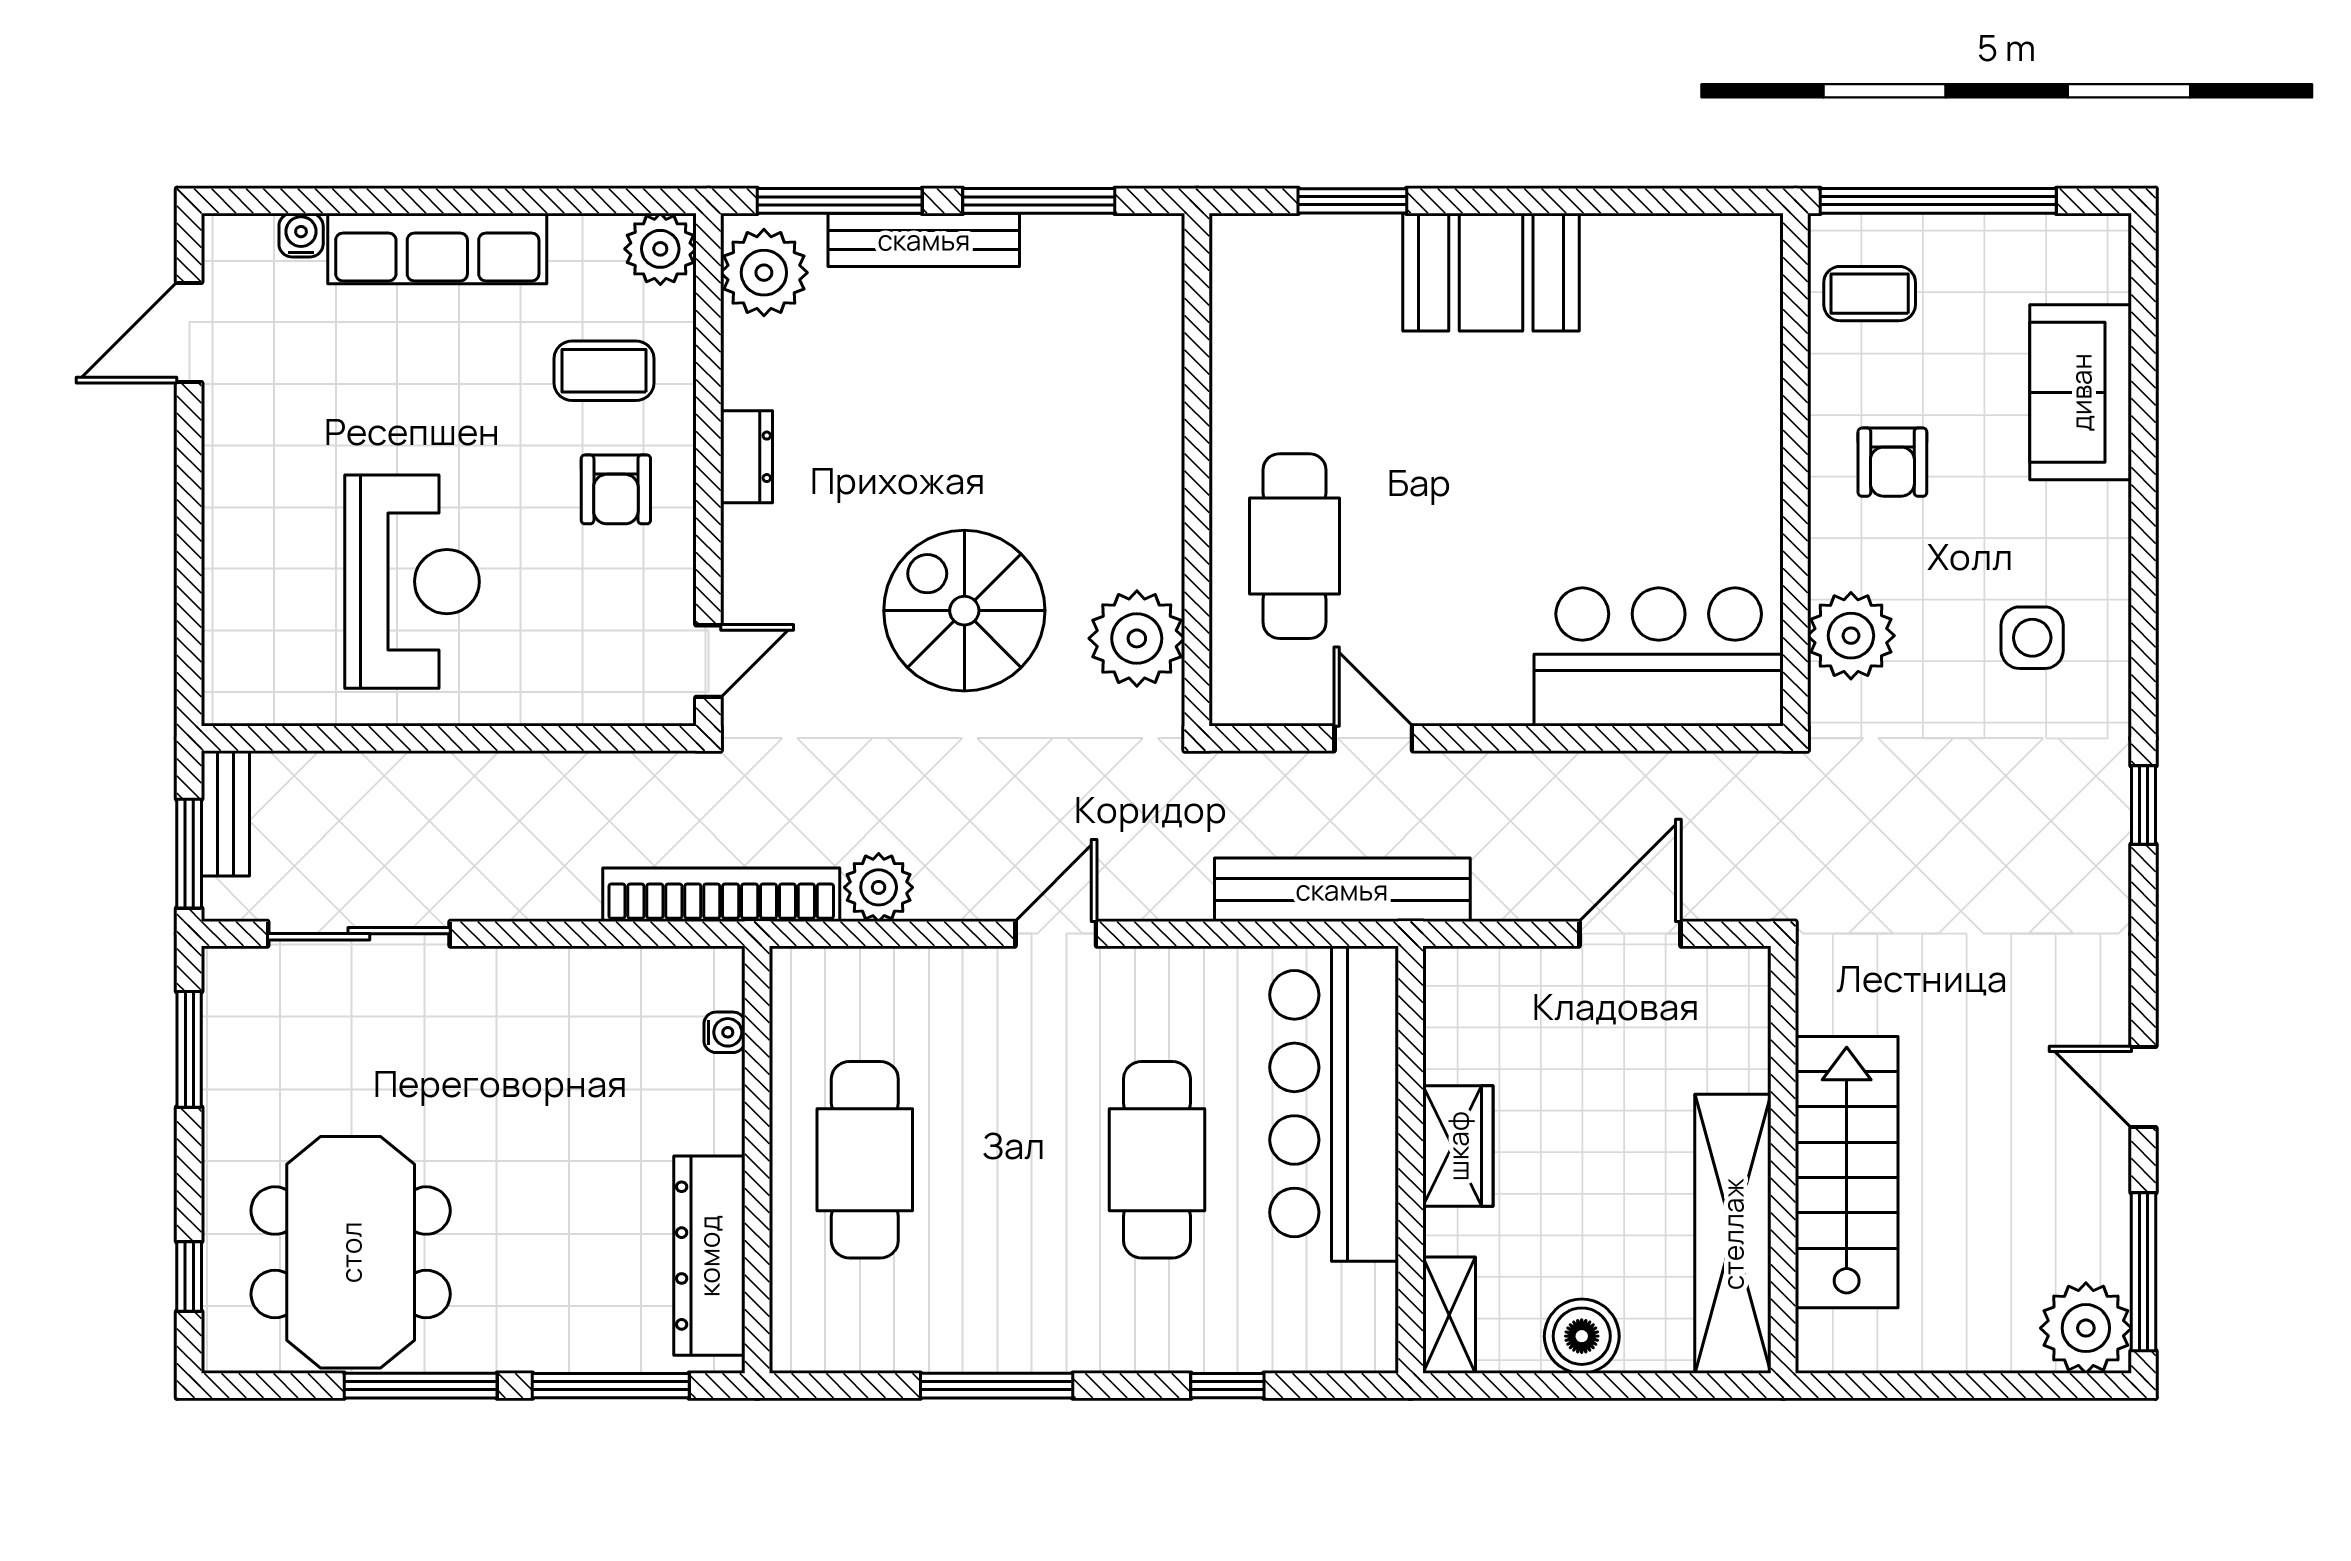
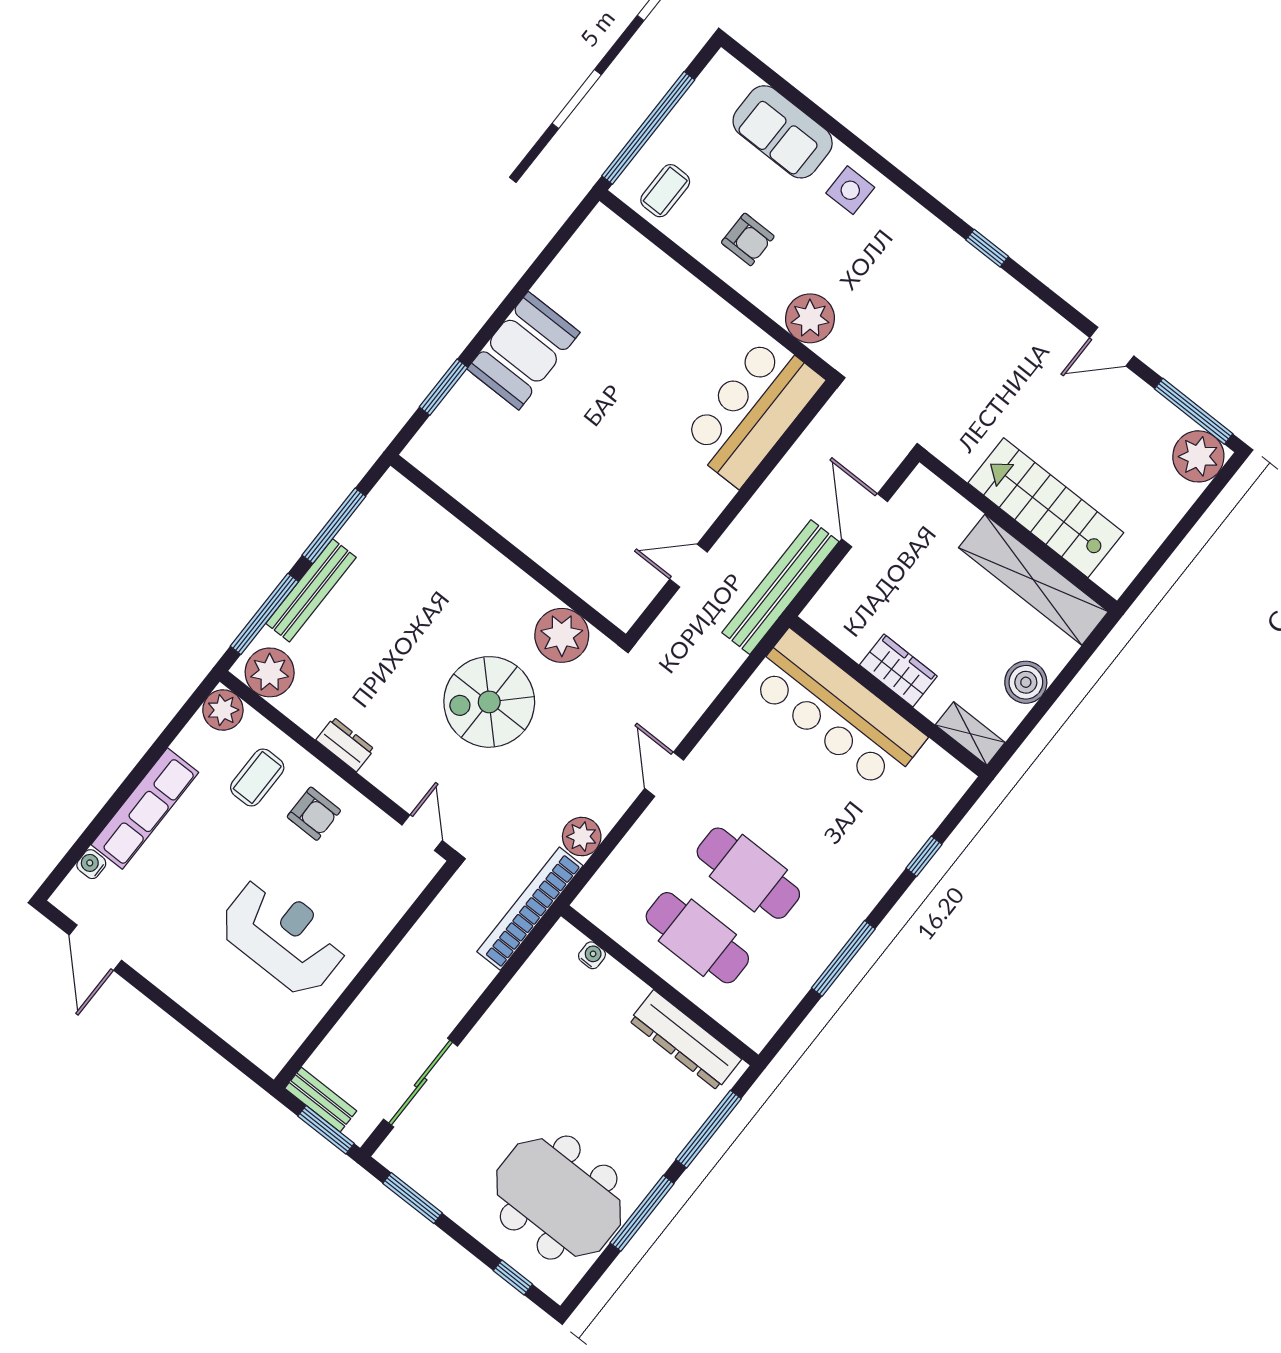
cafe table: (1294, 546) -> (576, 533), removed
side table: (2032, 638) -> (850, 190), moved
bench: (1342, 890) -> (780, 587), moved
cafe table: (1157, 1160) -> (748, 873), moved

